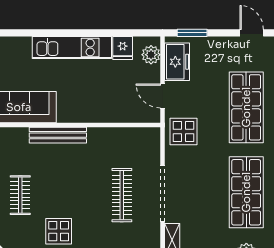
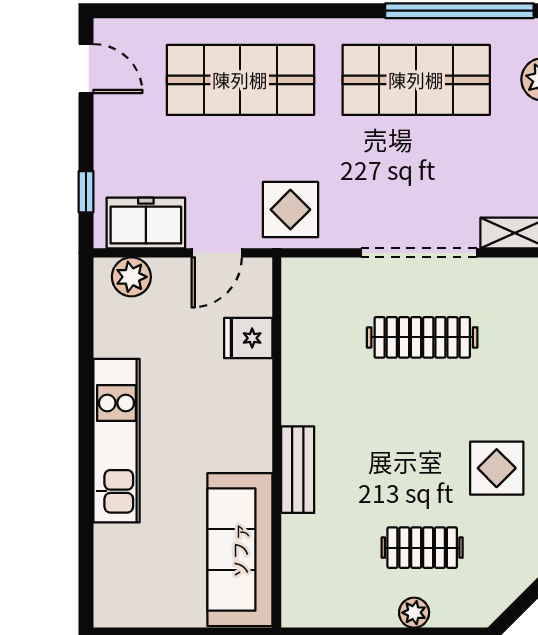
window: (192, 33) -> (86, 192), width x0.67
door: (252, 33) -> (86, 69), swing flipped
fridge: (123, 48) -> (248, 338), moved, turned 180
bench: (58, 135) -> (298, 470), width x0.73

